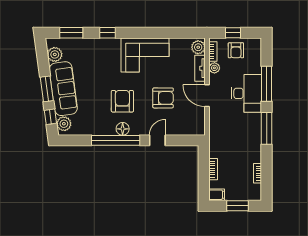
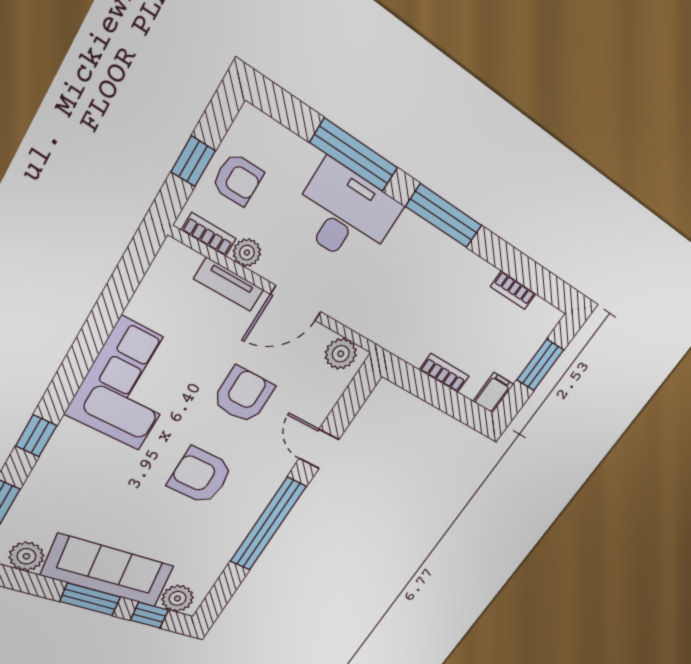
plant: (198, 47) -> (341, 354), moved
floor lamp: (123, 129) -> (255, 501), removed

